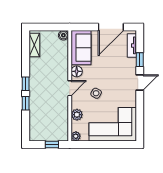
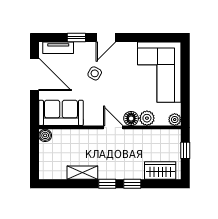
shelving: (34, 45) -> (82, 173), moved
floor lamp: (77, 71) -> (131, 118), moved
door: (140, 83) -> (106, 38), swing flipped
side table: (96, 93) -> (95, 73), moved
wardrobe: (36, 125) -> (160, 171), added

